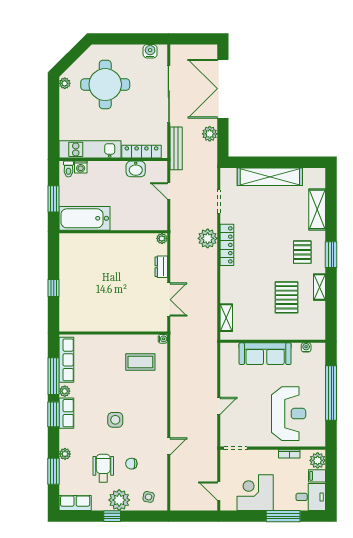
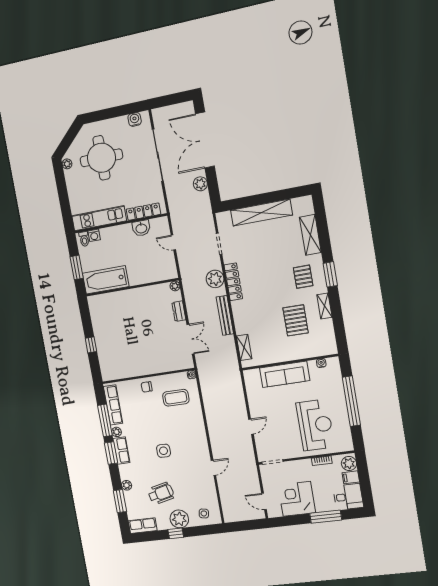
bench: (176, 148) -> (225, 315), moved
chair: (131, 464) -> (147, 387), moved
wheelchair: (103, 468) -> (161, 493), turned 77

